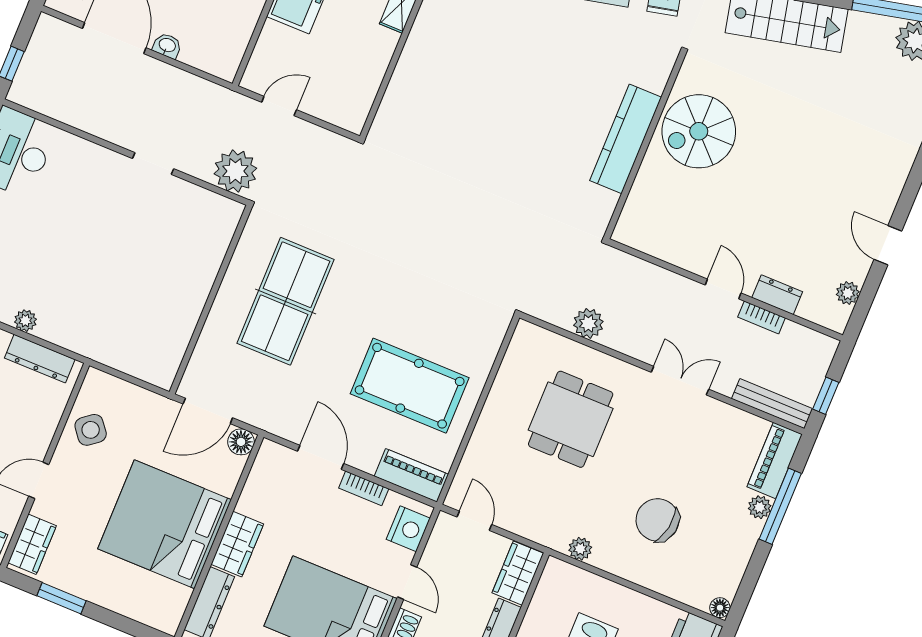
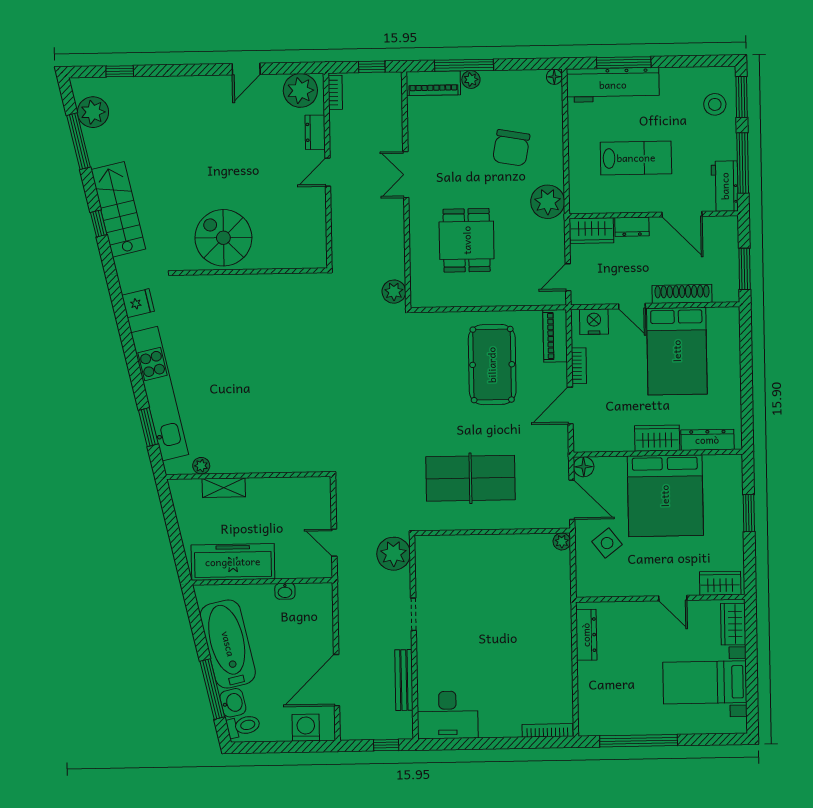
washbasin: (167, 46) -> (285, 591), moved, turned -90
spiral stairs: (699, 131) -> (223, 238), turned 180
kitchen counter: (626, 139) -> (251, 287), removed
plant: (848, 293) -> (300, 90), width x1.88, depth x1.88
bookcase: (761, 317) -> (335, 92), moved
plant: (25, 321) -> (562, 541), moved
plant: (588, 323) -> (394, 292), moved
bench: (772, 404) -> (404, 680), moved
dining table: (571, 419) -> (467, 240), turned 90
side table: (91, 430) -> (607, 543), moved
plant: (580, 549) -> (548, 202), width x1.87, depth x1.87
door: (407, 582) -> (632, 306), swing flipped
window: (62, 598) -> (749, 513), moved

